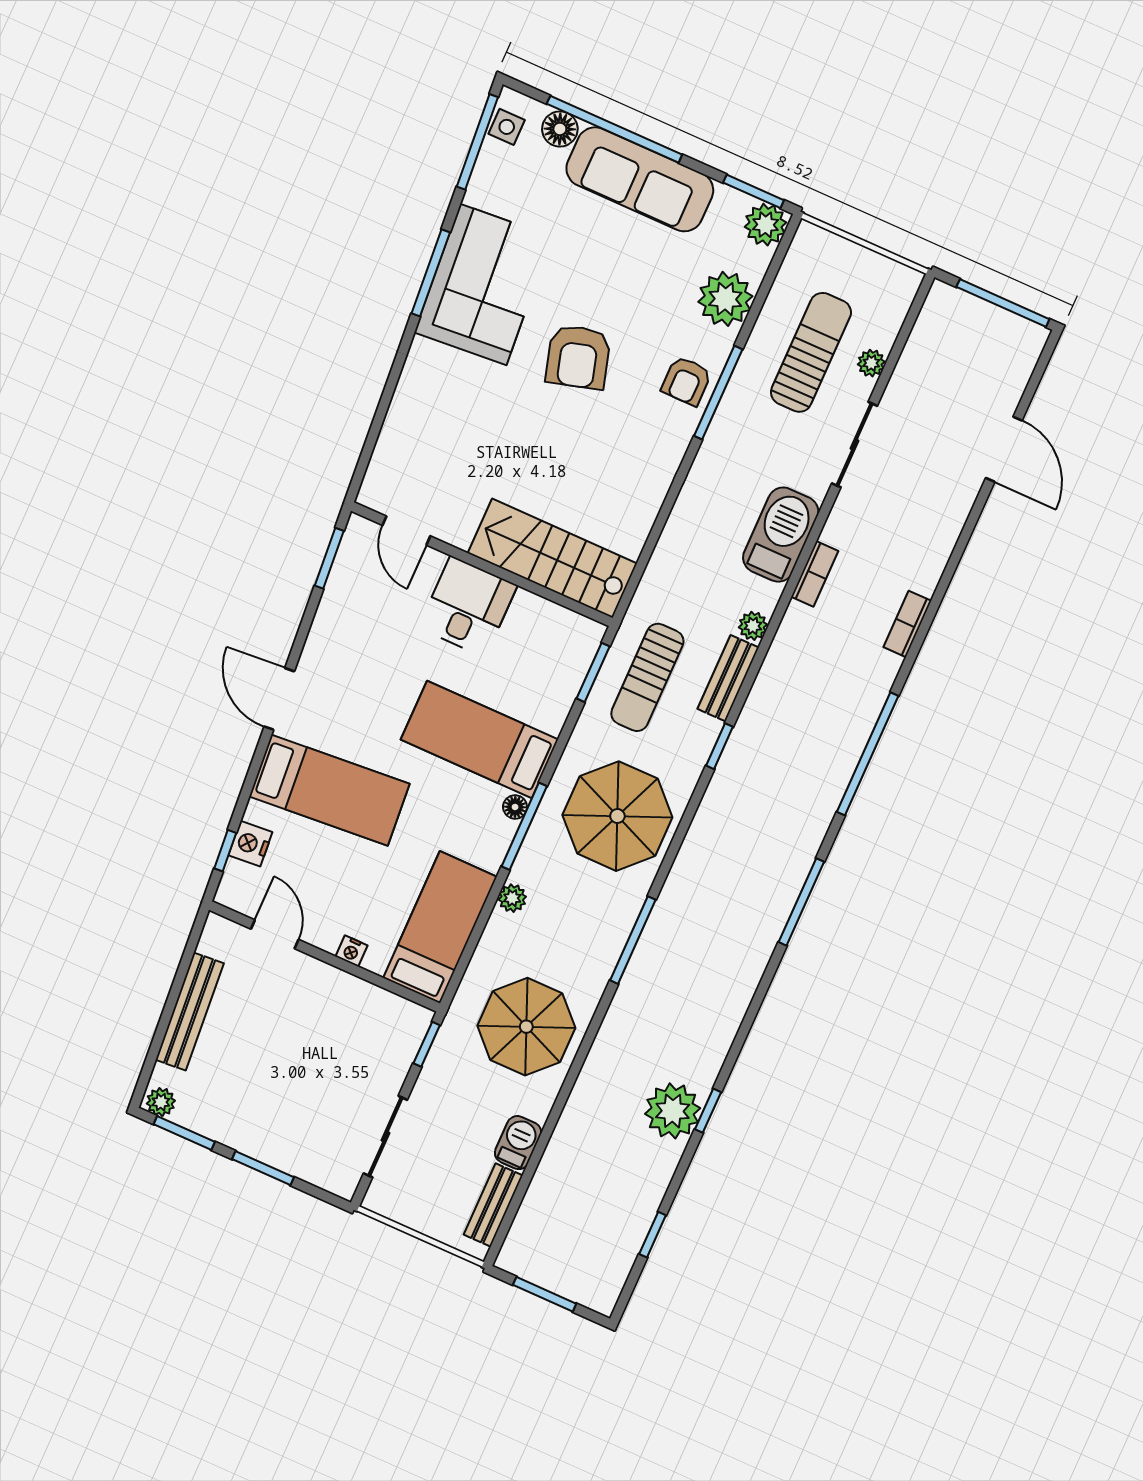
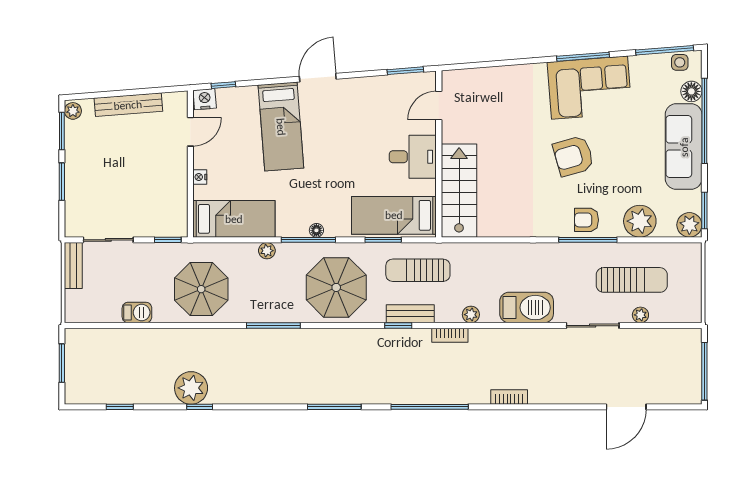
bookcase: (815, 574) -> (450, 335), moved
window: (593, 672) -> (383, 240), moved
bench: (728, 678) -> (410, 314), moved
bed: (480, 739) -> (394, 215), moved, turned -90
nightstand: (250, 844) -> (205, 99), moved
bench: (493, 1205) -> (73, 265), moved, turned 90

